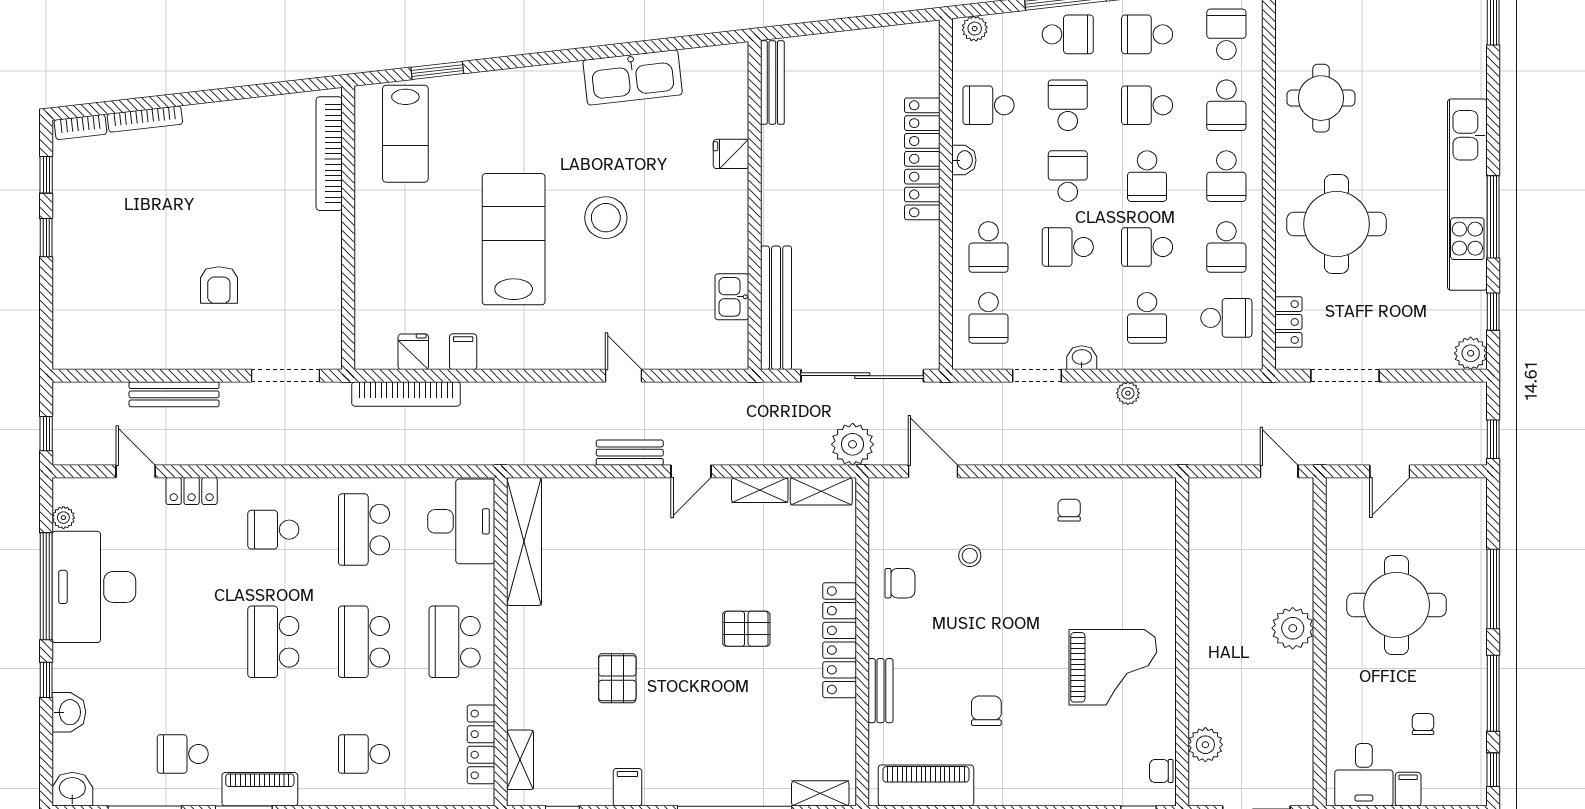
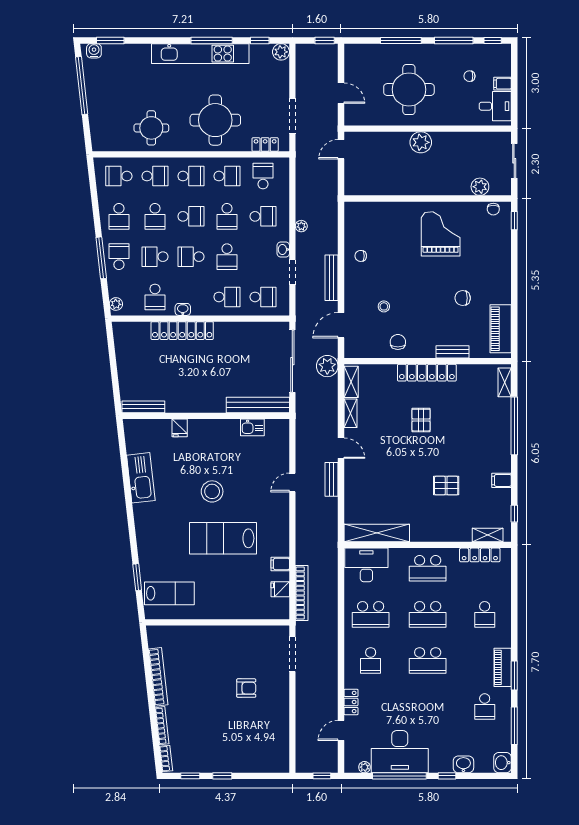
bookcase: (329, 154) -> (158, 677), moved, turned -96
bench: (174, 394) -> (332, 278), moved

